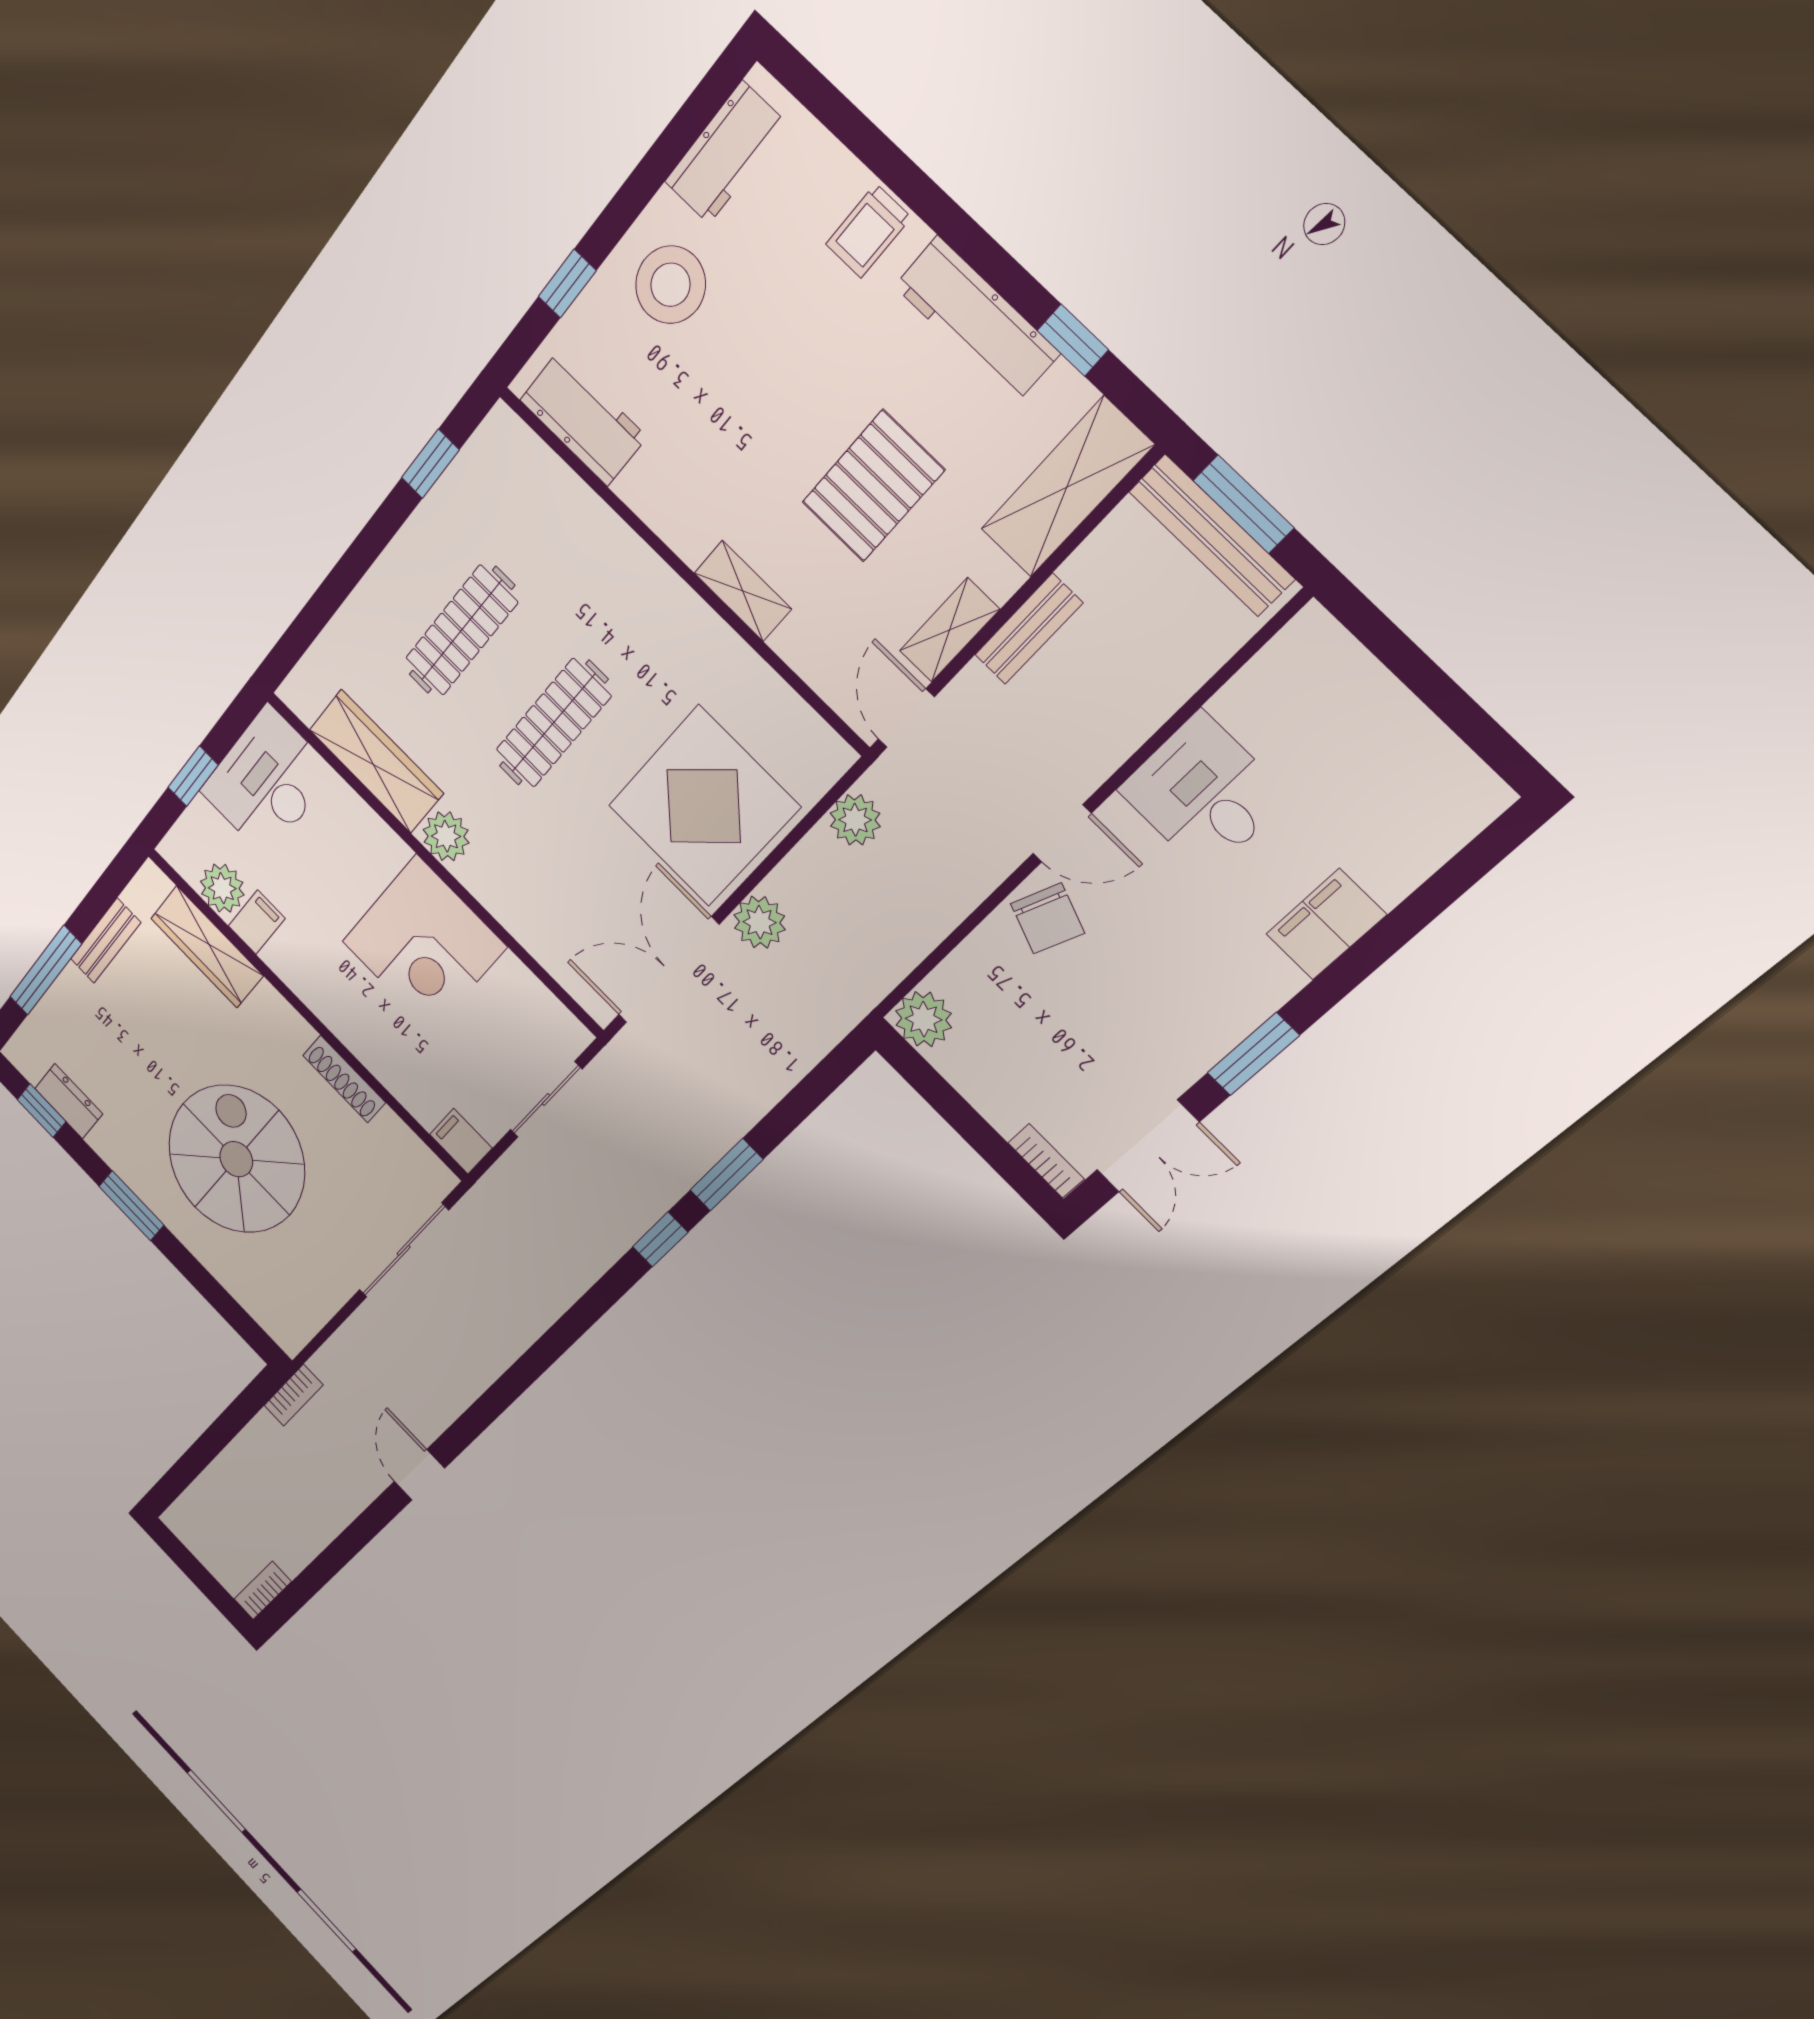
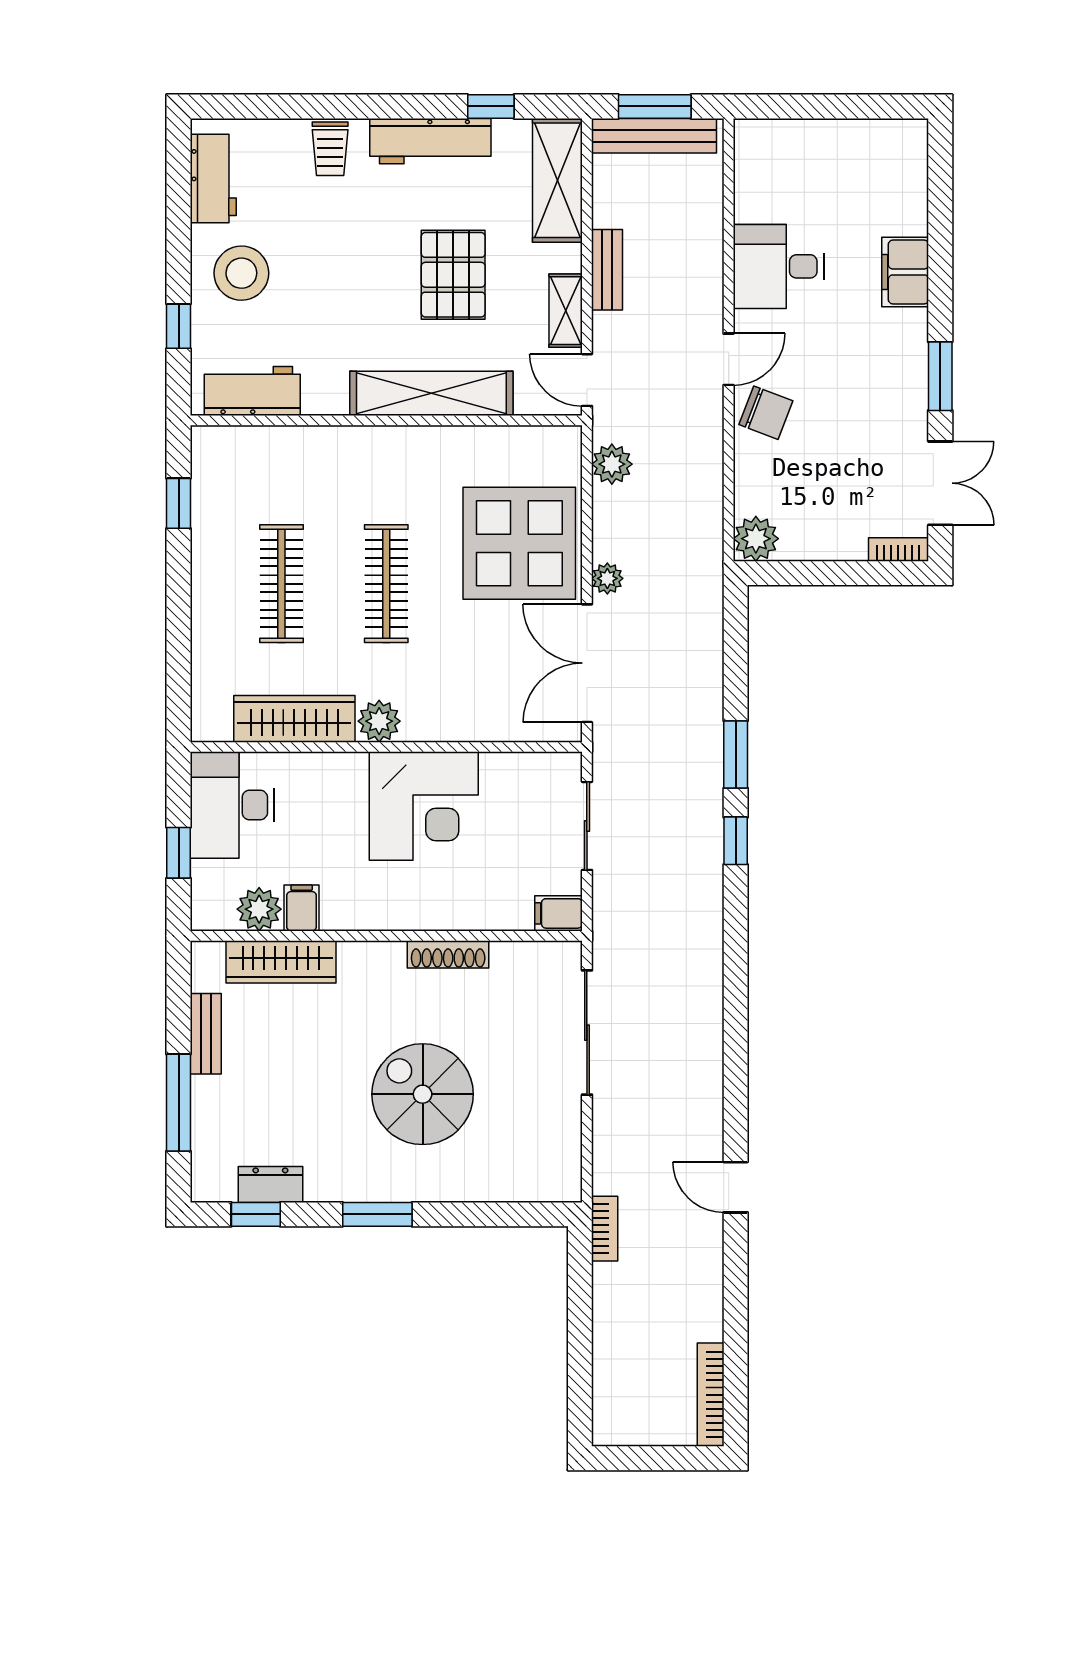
shelving: (743, 591) -> (431, 393), width x2.20, depth x1.33
plant: (760, 922) -> (607, 578), width x0.73, depth x0.73
spiral stairs: (236, 1159) -> (423, 1094), width x0.73, depth x0.73
bookcase: (263, 1590) -> (711, 1395), width x1.56

